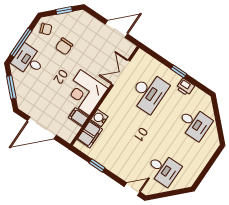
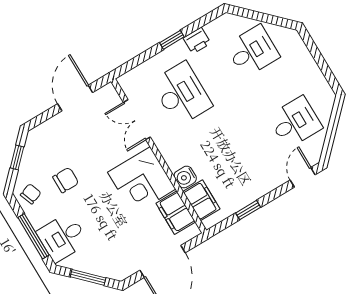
chair: (64, 46) -> (66, 180), turned -90
filing cabinet: (79, 117) -> (176, 213), width x2.00

